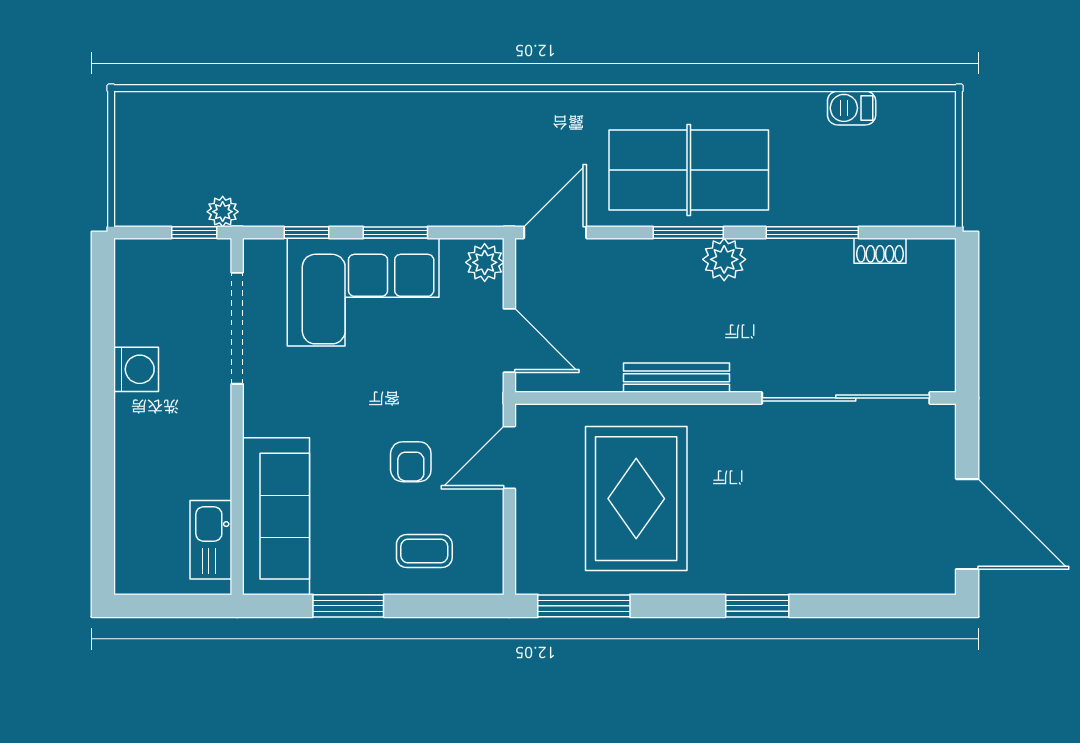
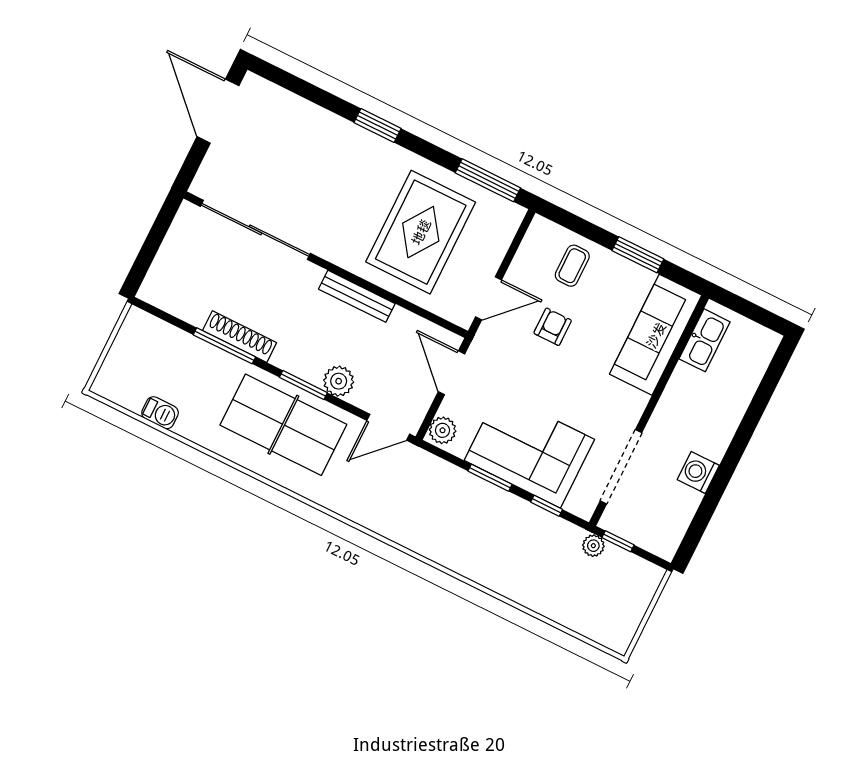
shoe rack: (880, 251) -> (240, 337), moved, width x1.94, depth x1.24
plant: (724, 259) -> (339, 381), moved
coffee table: (424, 551) -> (572, 266), turned 90

